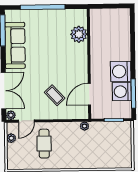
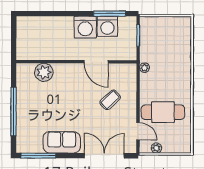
sofa: (15, 45) -> (62, 142), width x0.73
door: (89, 94) -> (96, 62), moved
plant: (11, 115) -> (131, 148), removed
cafe table: (44, 144) -> (163, 112), width x1.37, depth x1.35

